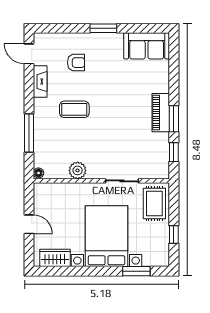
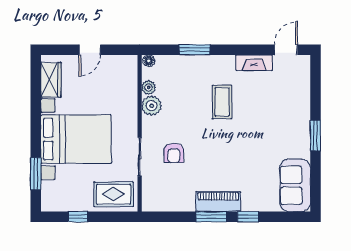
armchair: (76, 63) -> (174, 153), moved
window: (29, 133) -> (195, 50), width x0.69
window: (174, 152) -> (248, 217), moved
plant: (62, 173) -> (149, 87), added

